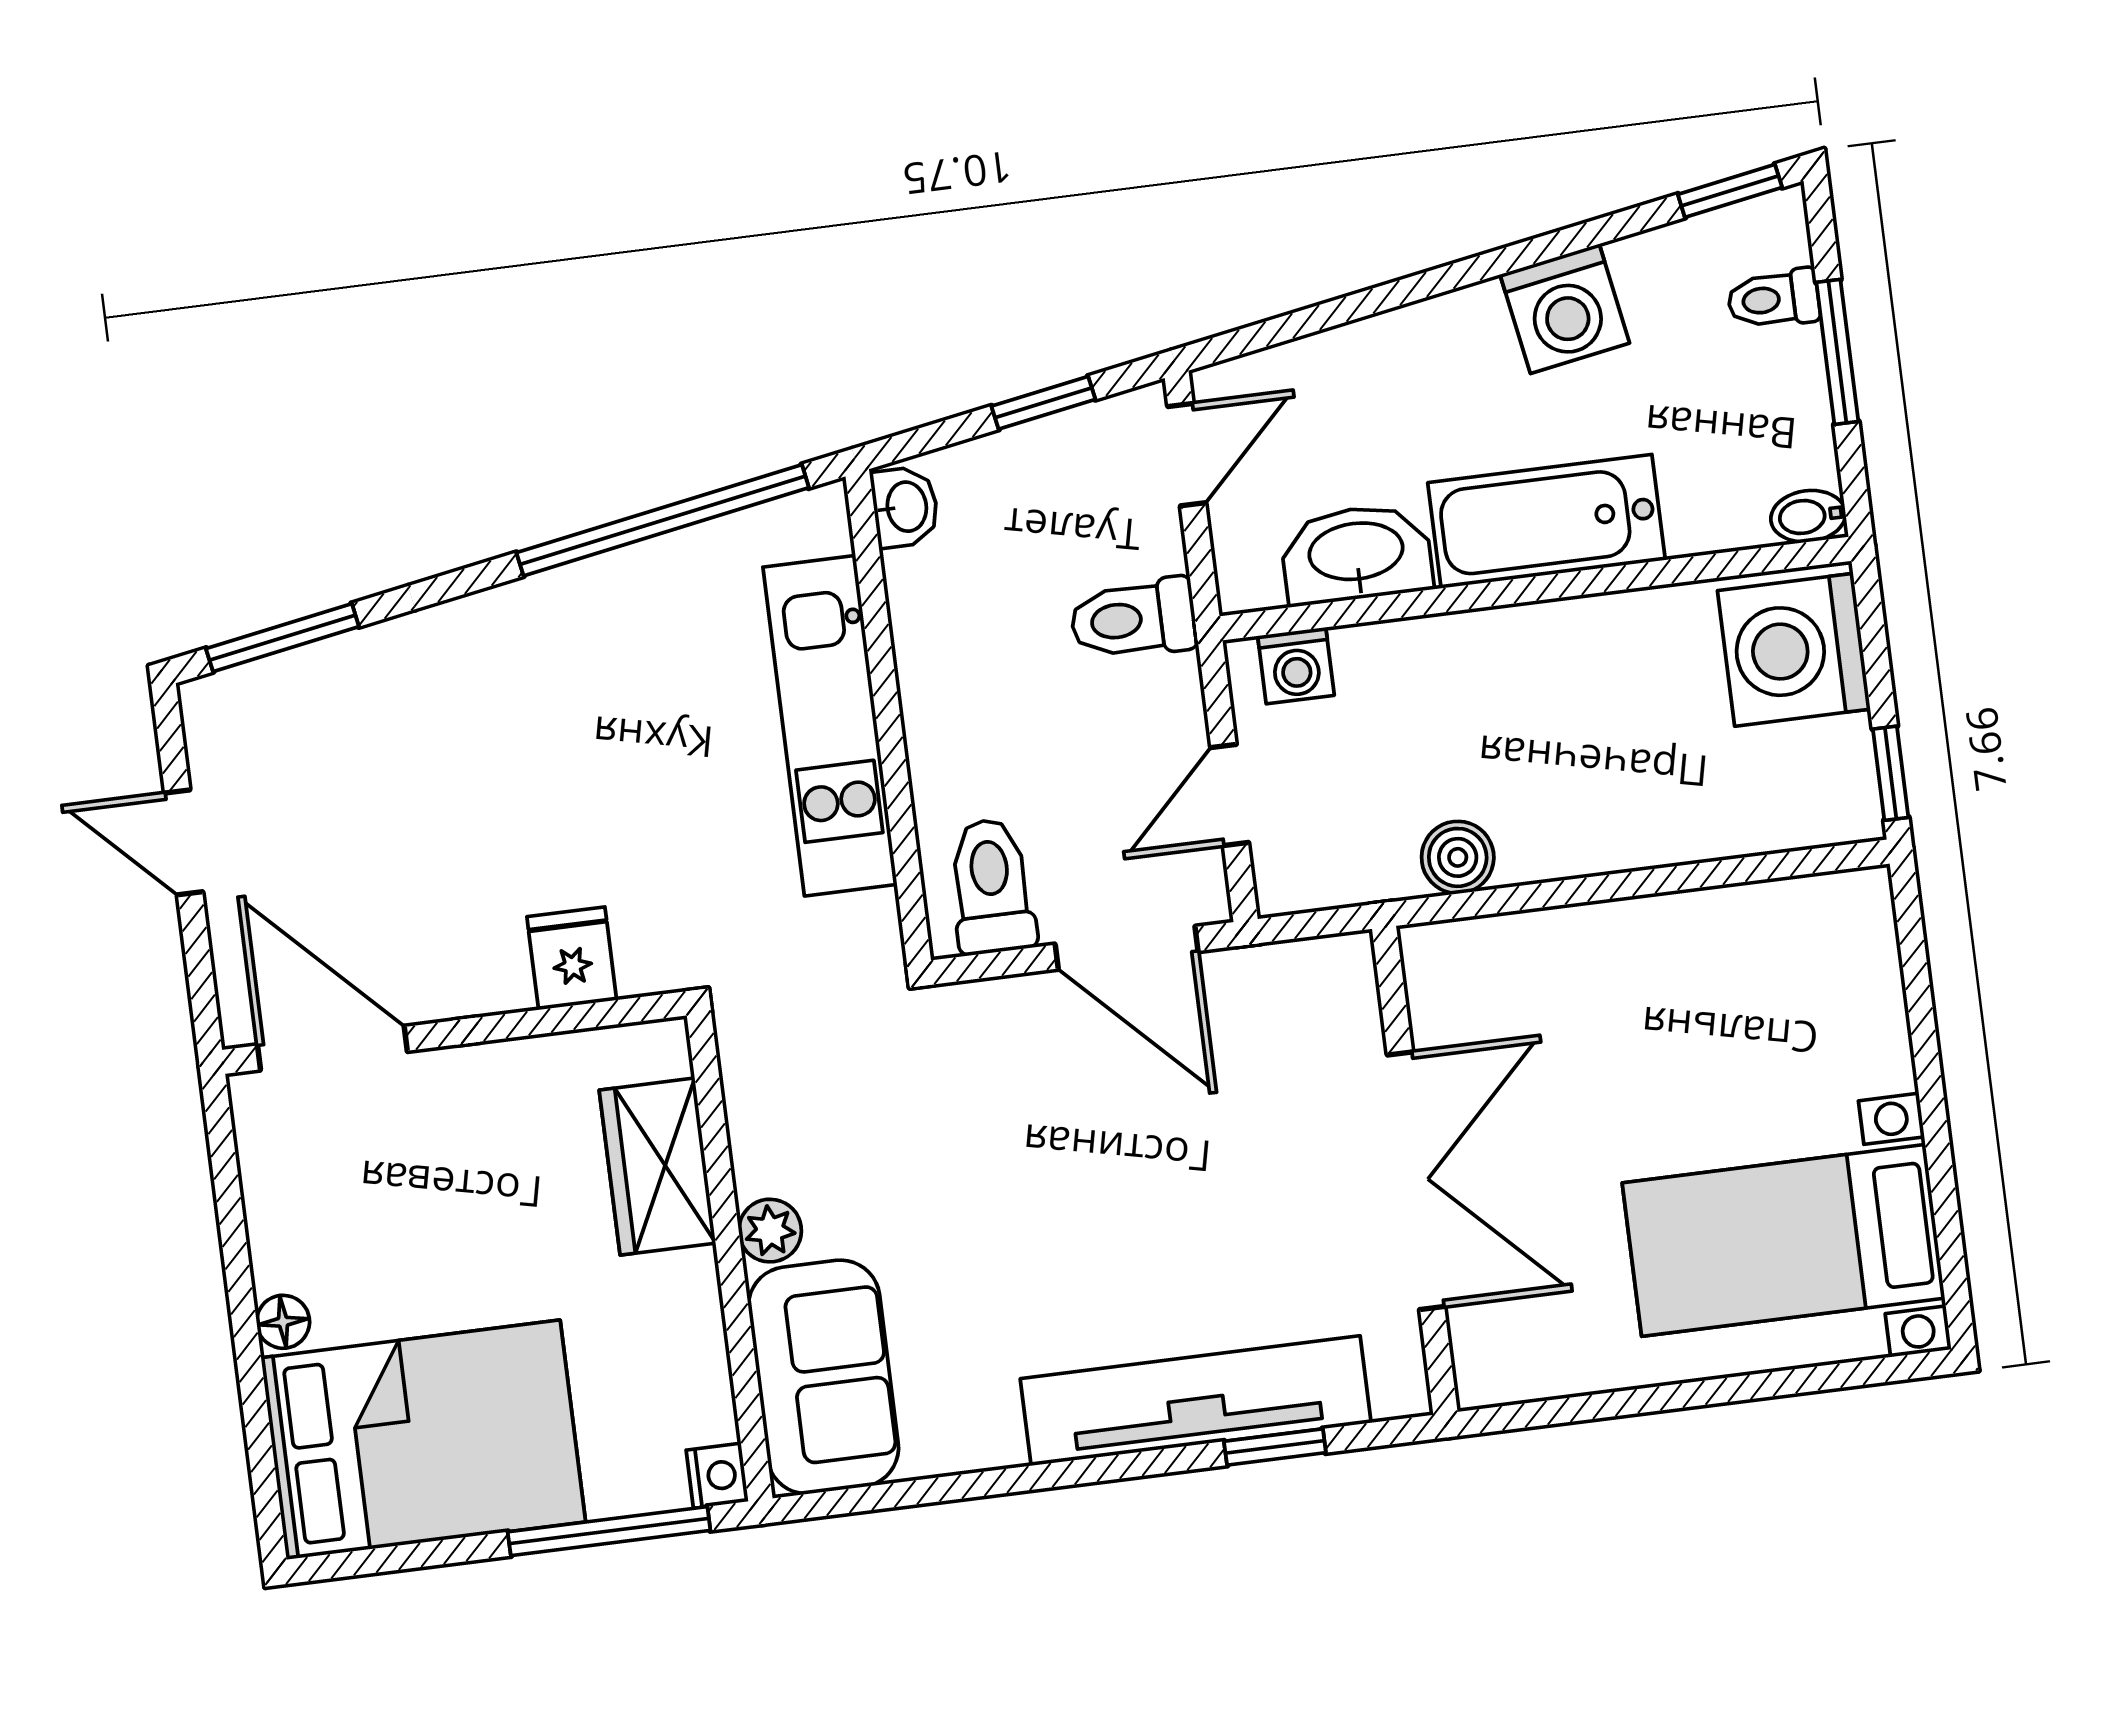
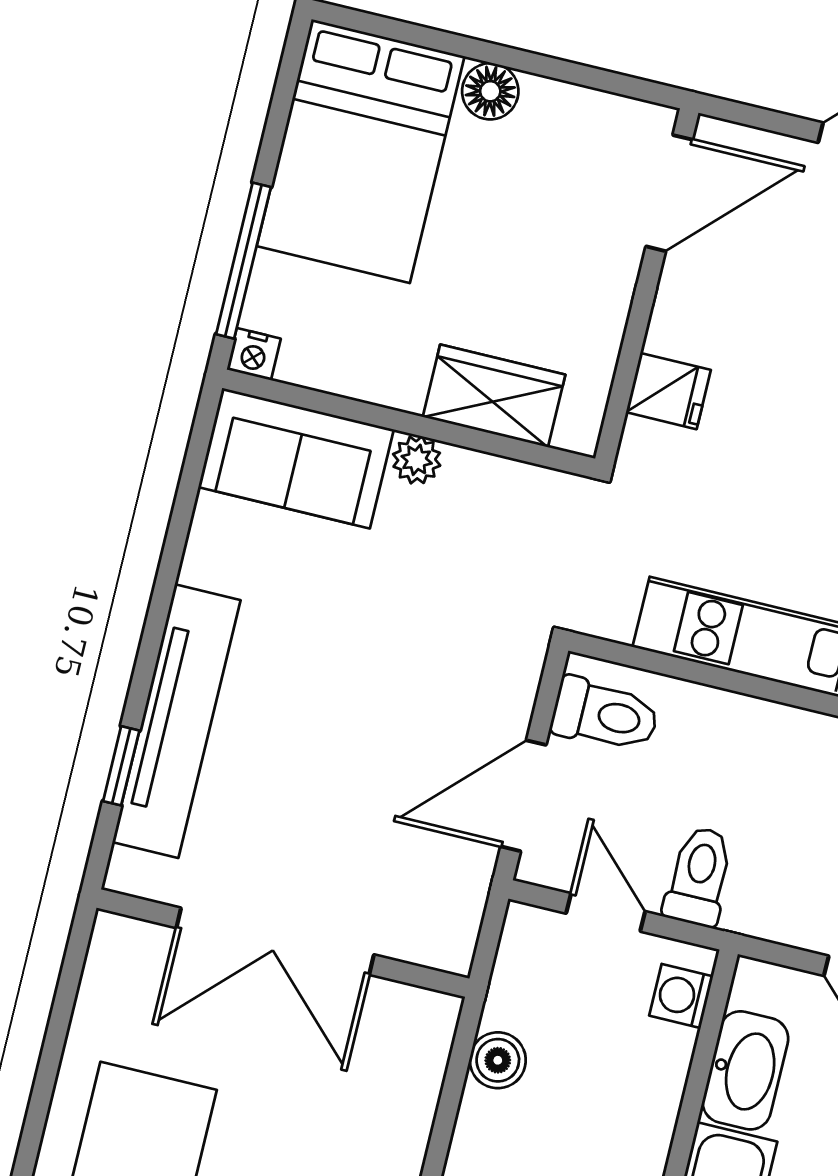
toilet: (1133, 619) -> (699, 876), moved
floor lamp: (283, 1322) -> (490, 91), width x1.37, depth x1.37

